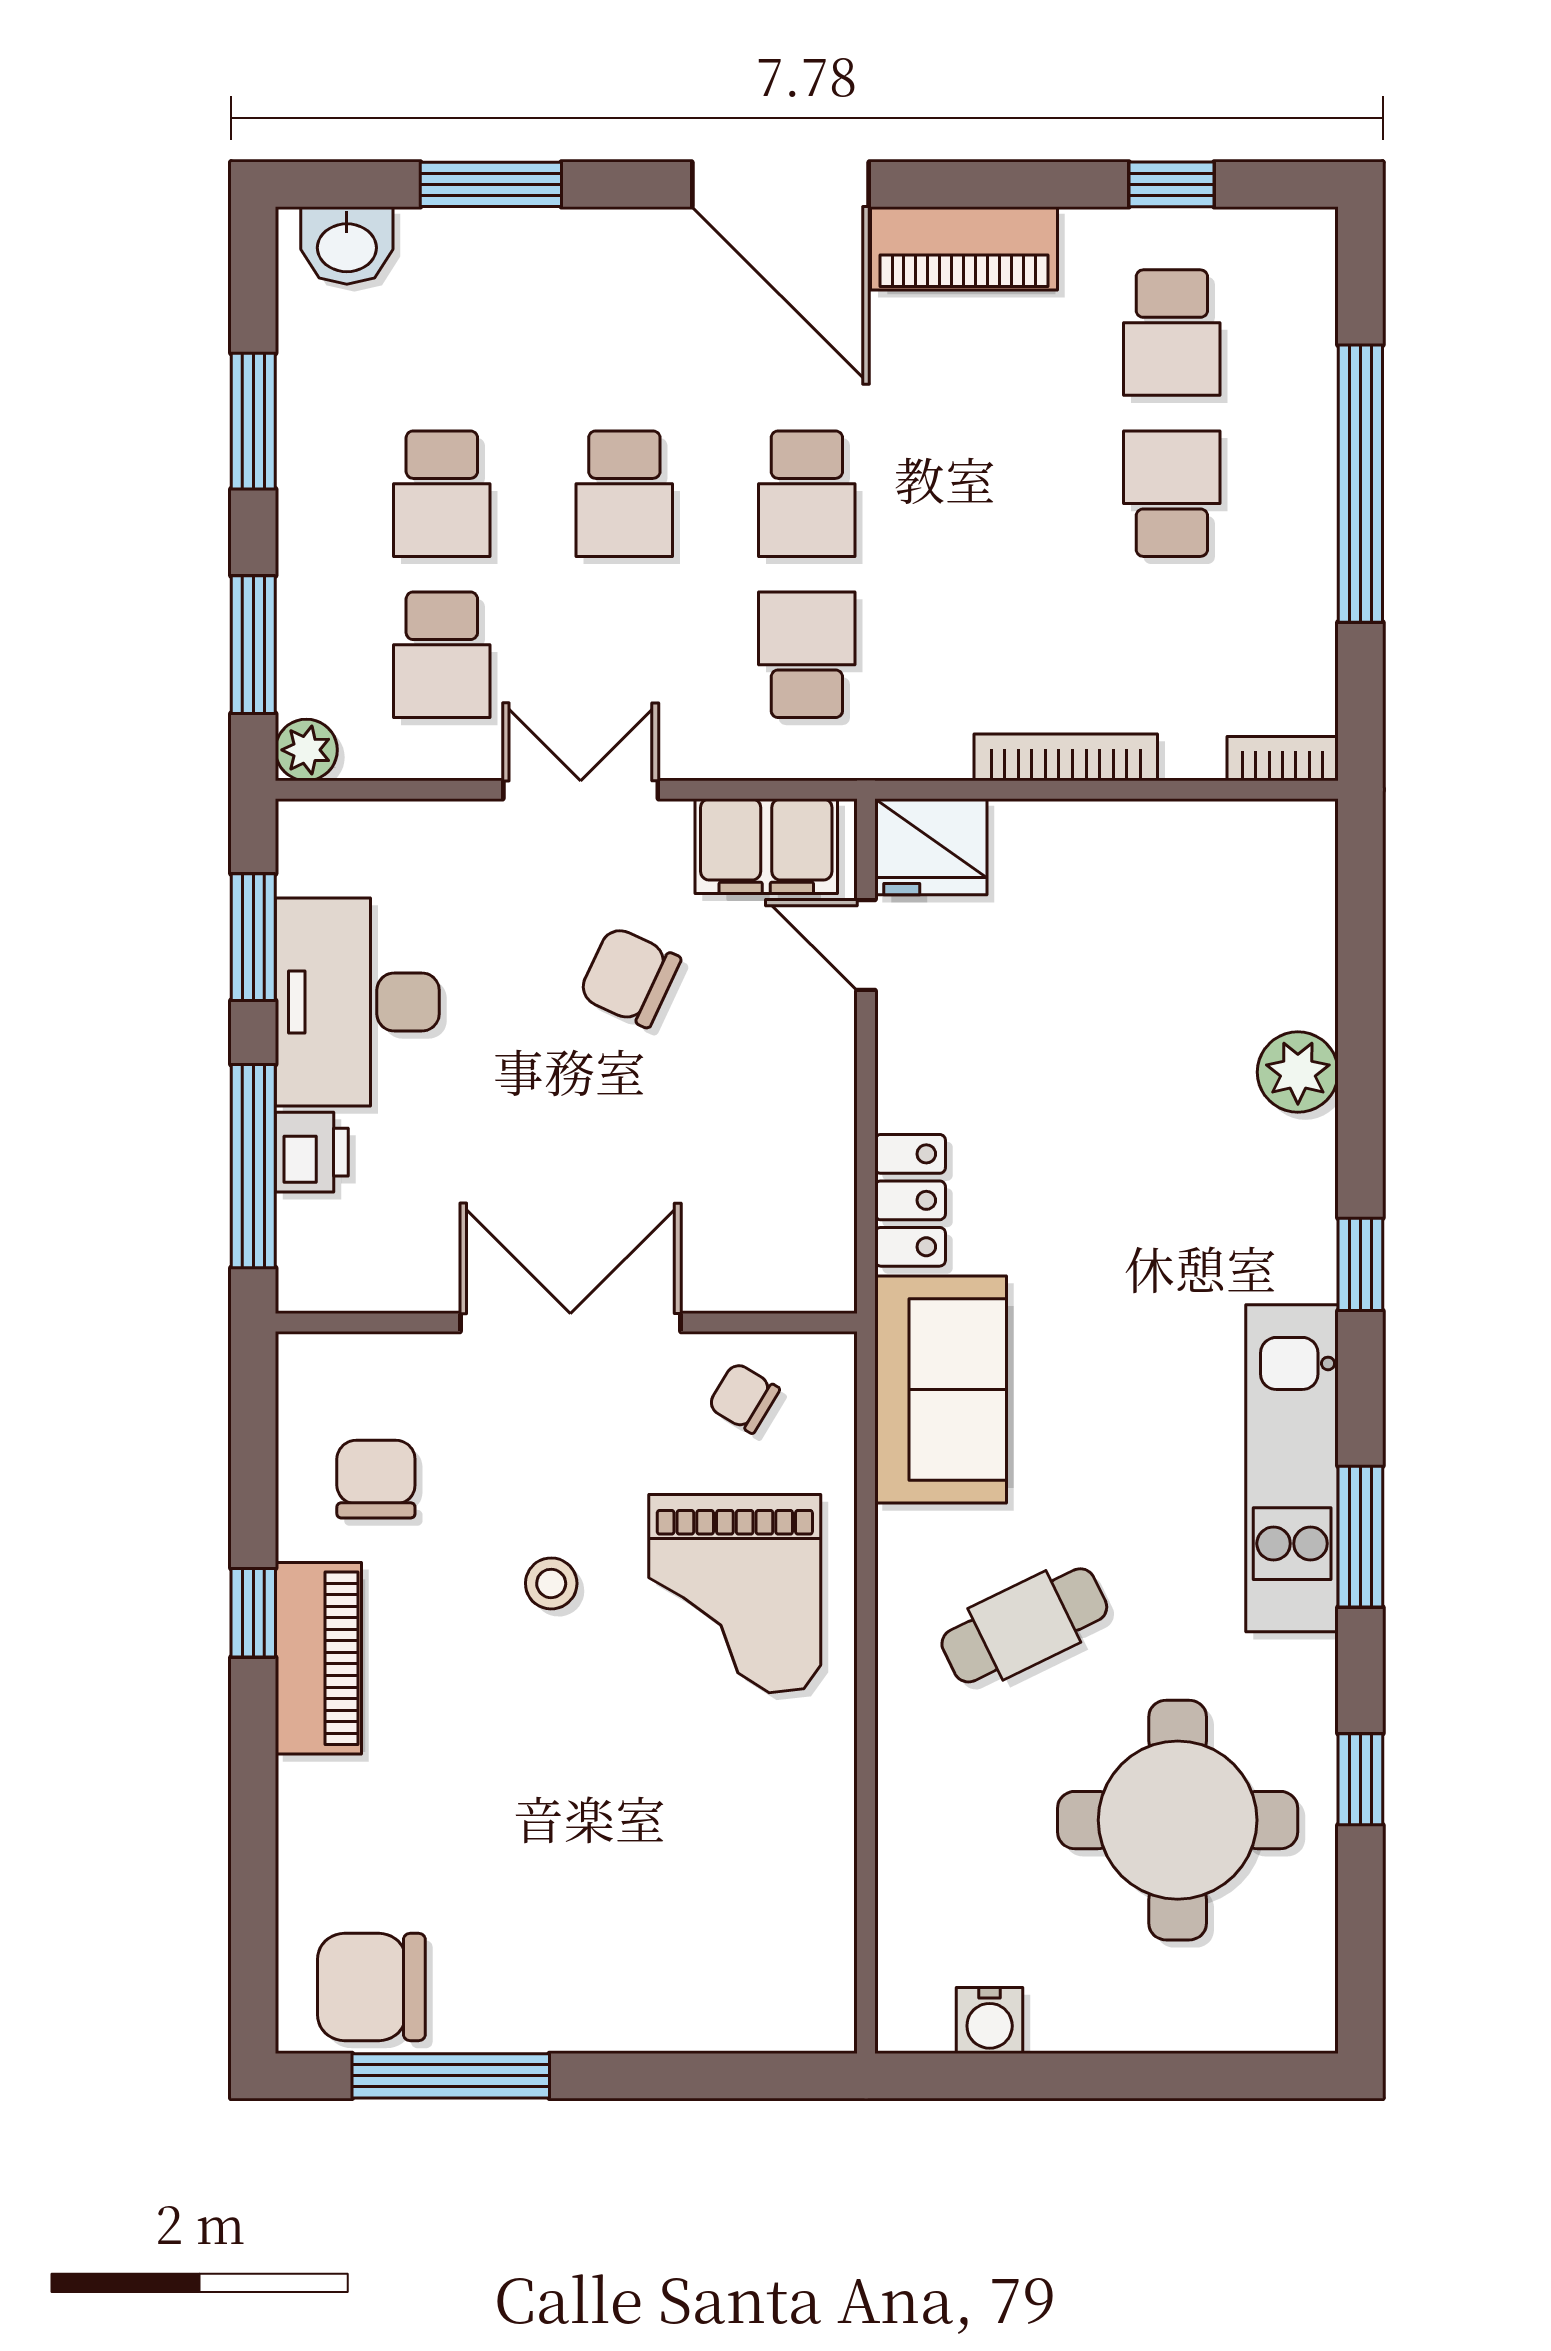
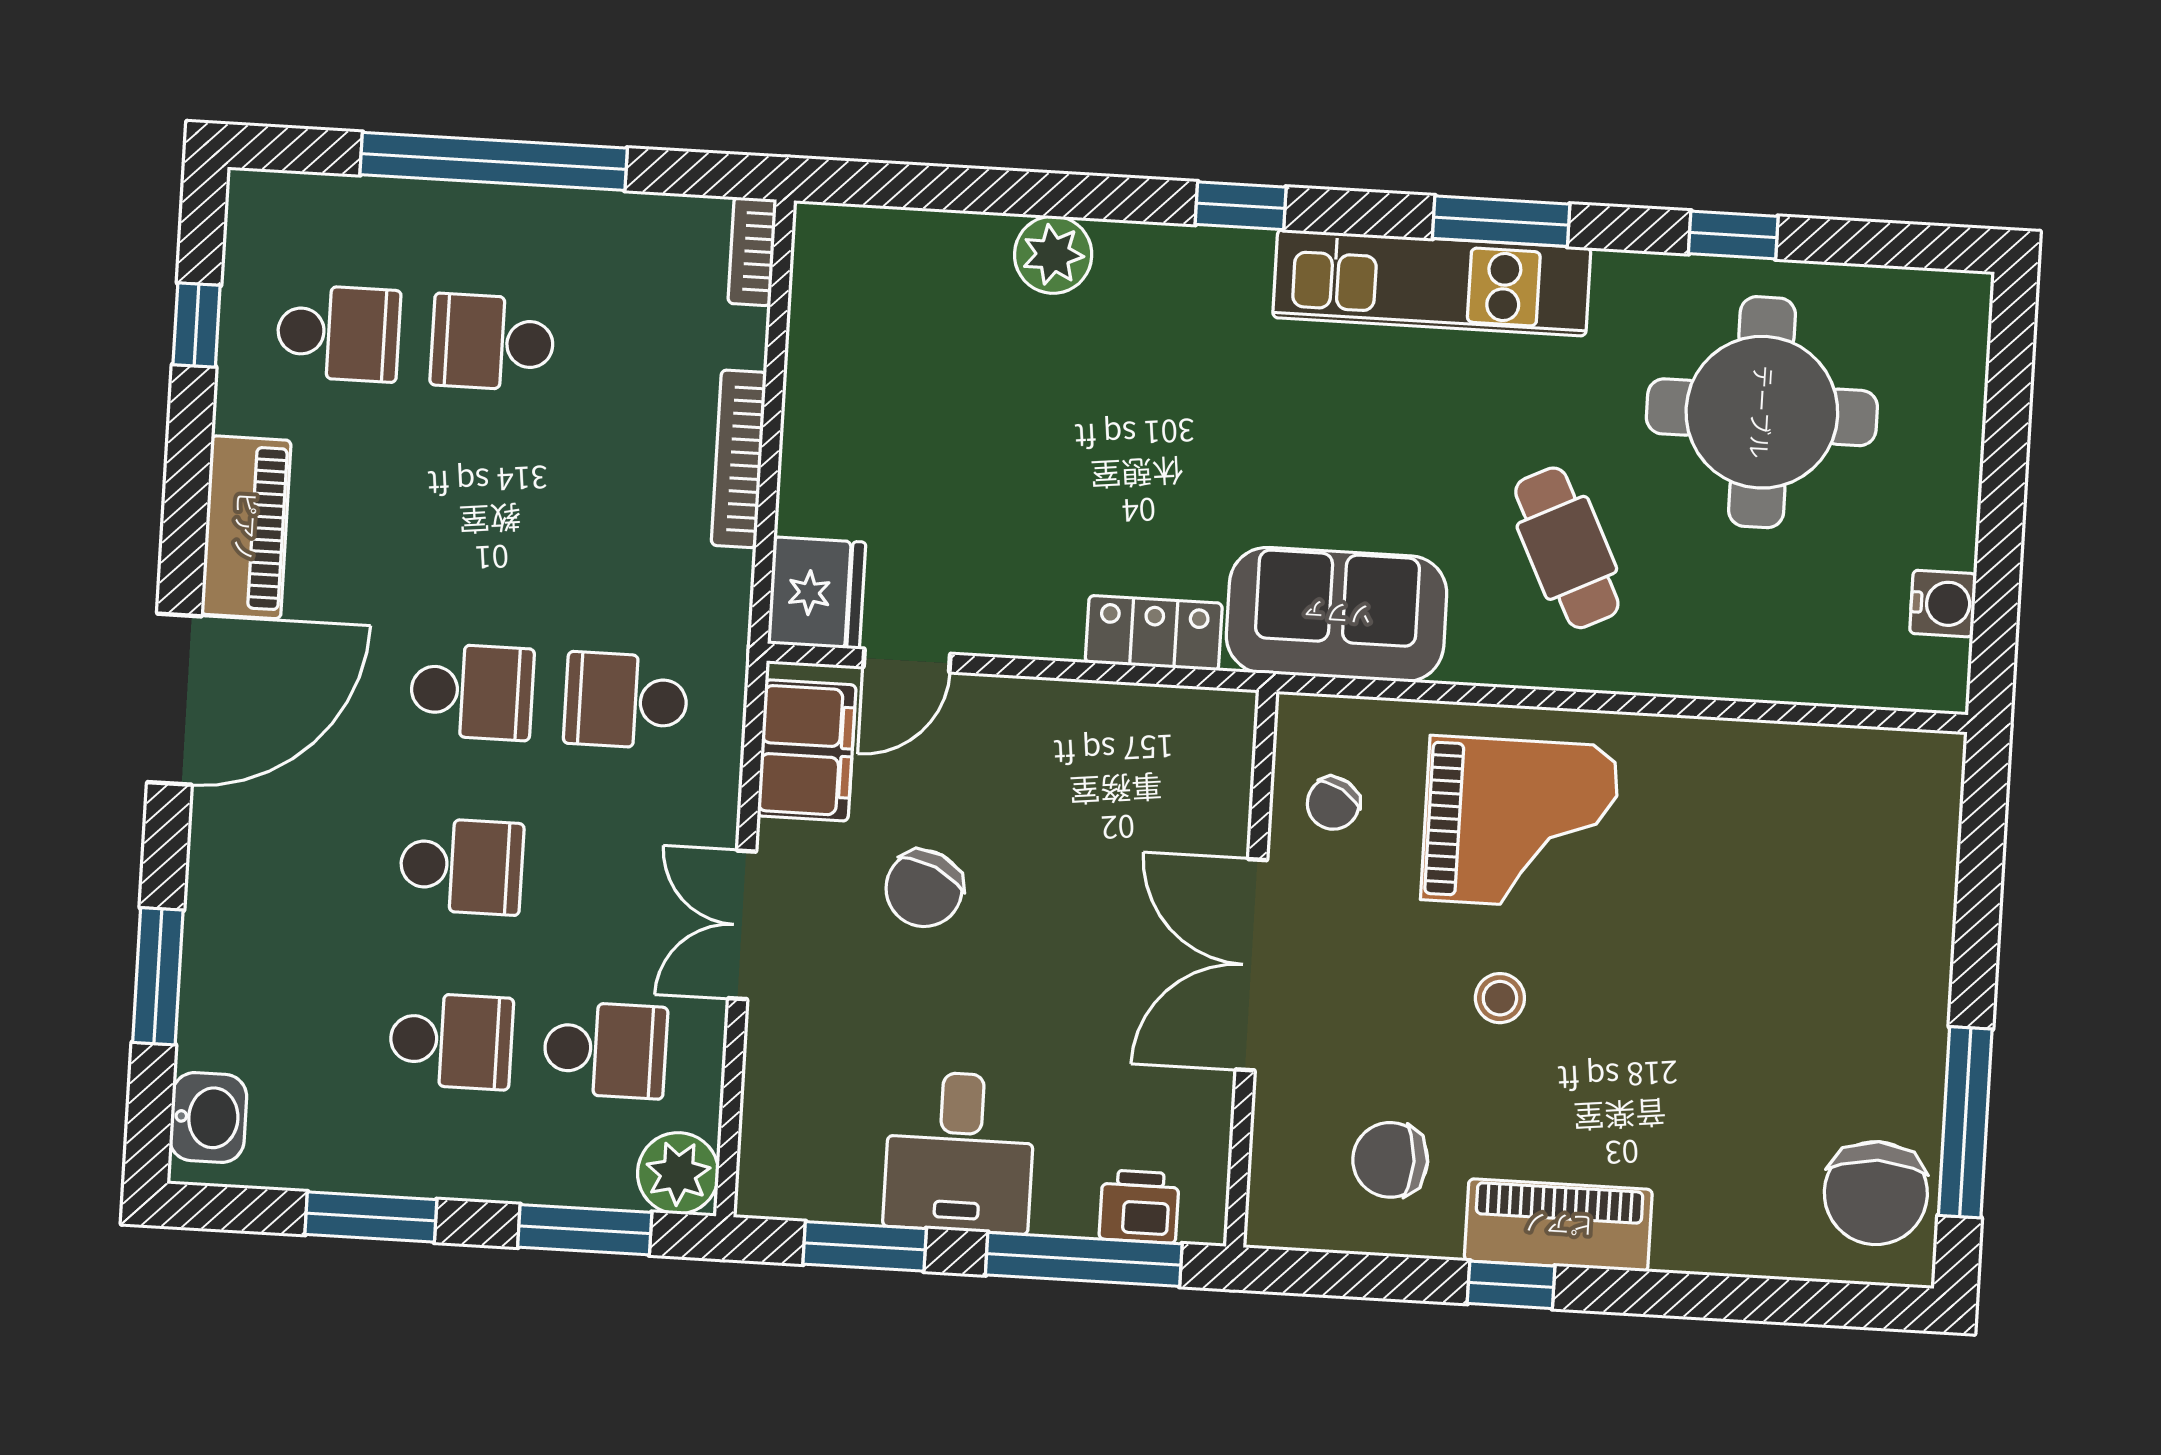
plant: (306, 750) -> (678, 1173), width x1.38, depth x1.38
desk: (357, 1002) -> (960, 1152), width x0.73
printer: (312, 1152) -> (1139, 1206), moved

